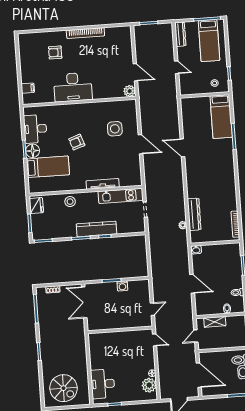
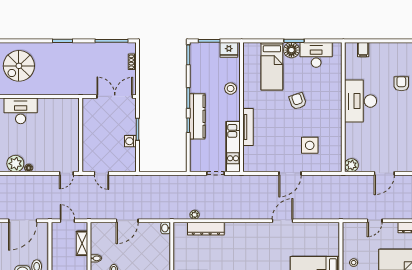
door: (135, 72) -> (384, 173), moved

